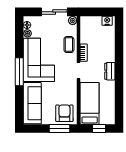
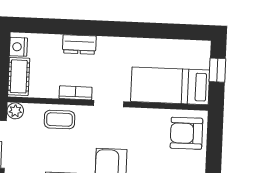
cot: (91, 22) -> (19, 76), added
dresser: (110, 71) -> (79, 44), moved
window: (60, 128) -> (214, 144), removed

